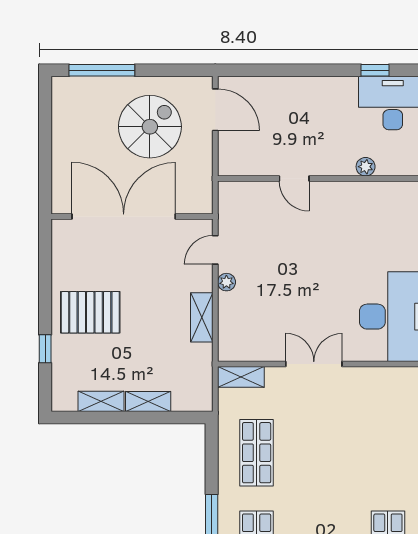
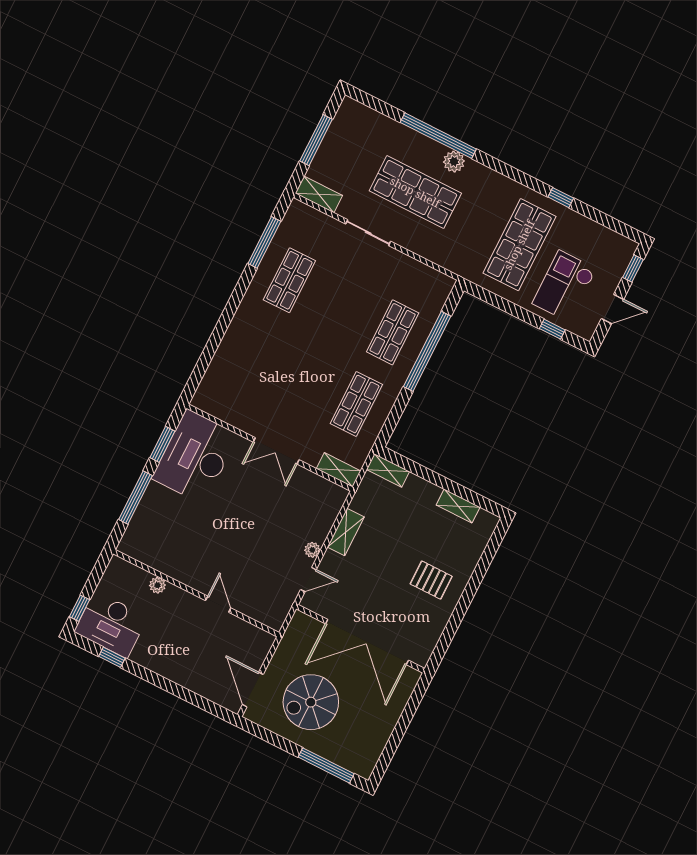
pallet: (90, 312) -> (431, 580), width x0.67, depth x0.71
window: (45, 349) -> (481, 569), removed
shelving: (148, 401) -> (388, 470), moved

